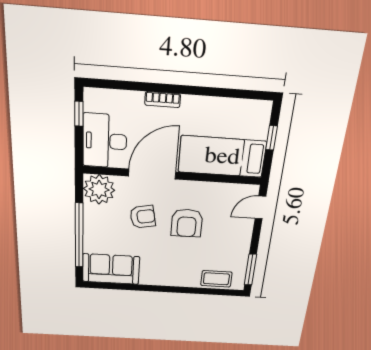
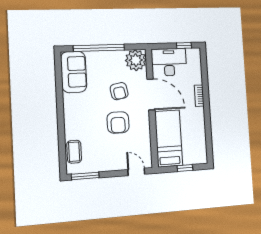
armchair: (187, 223) -> (118, 122), turned -90

